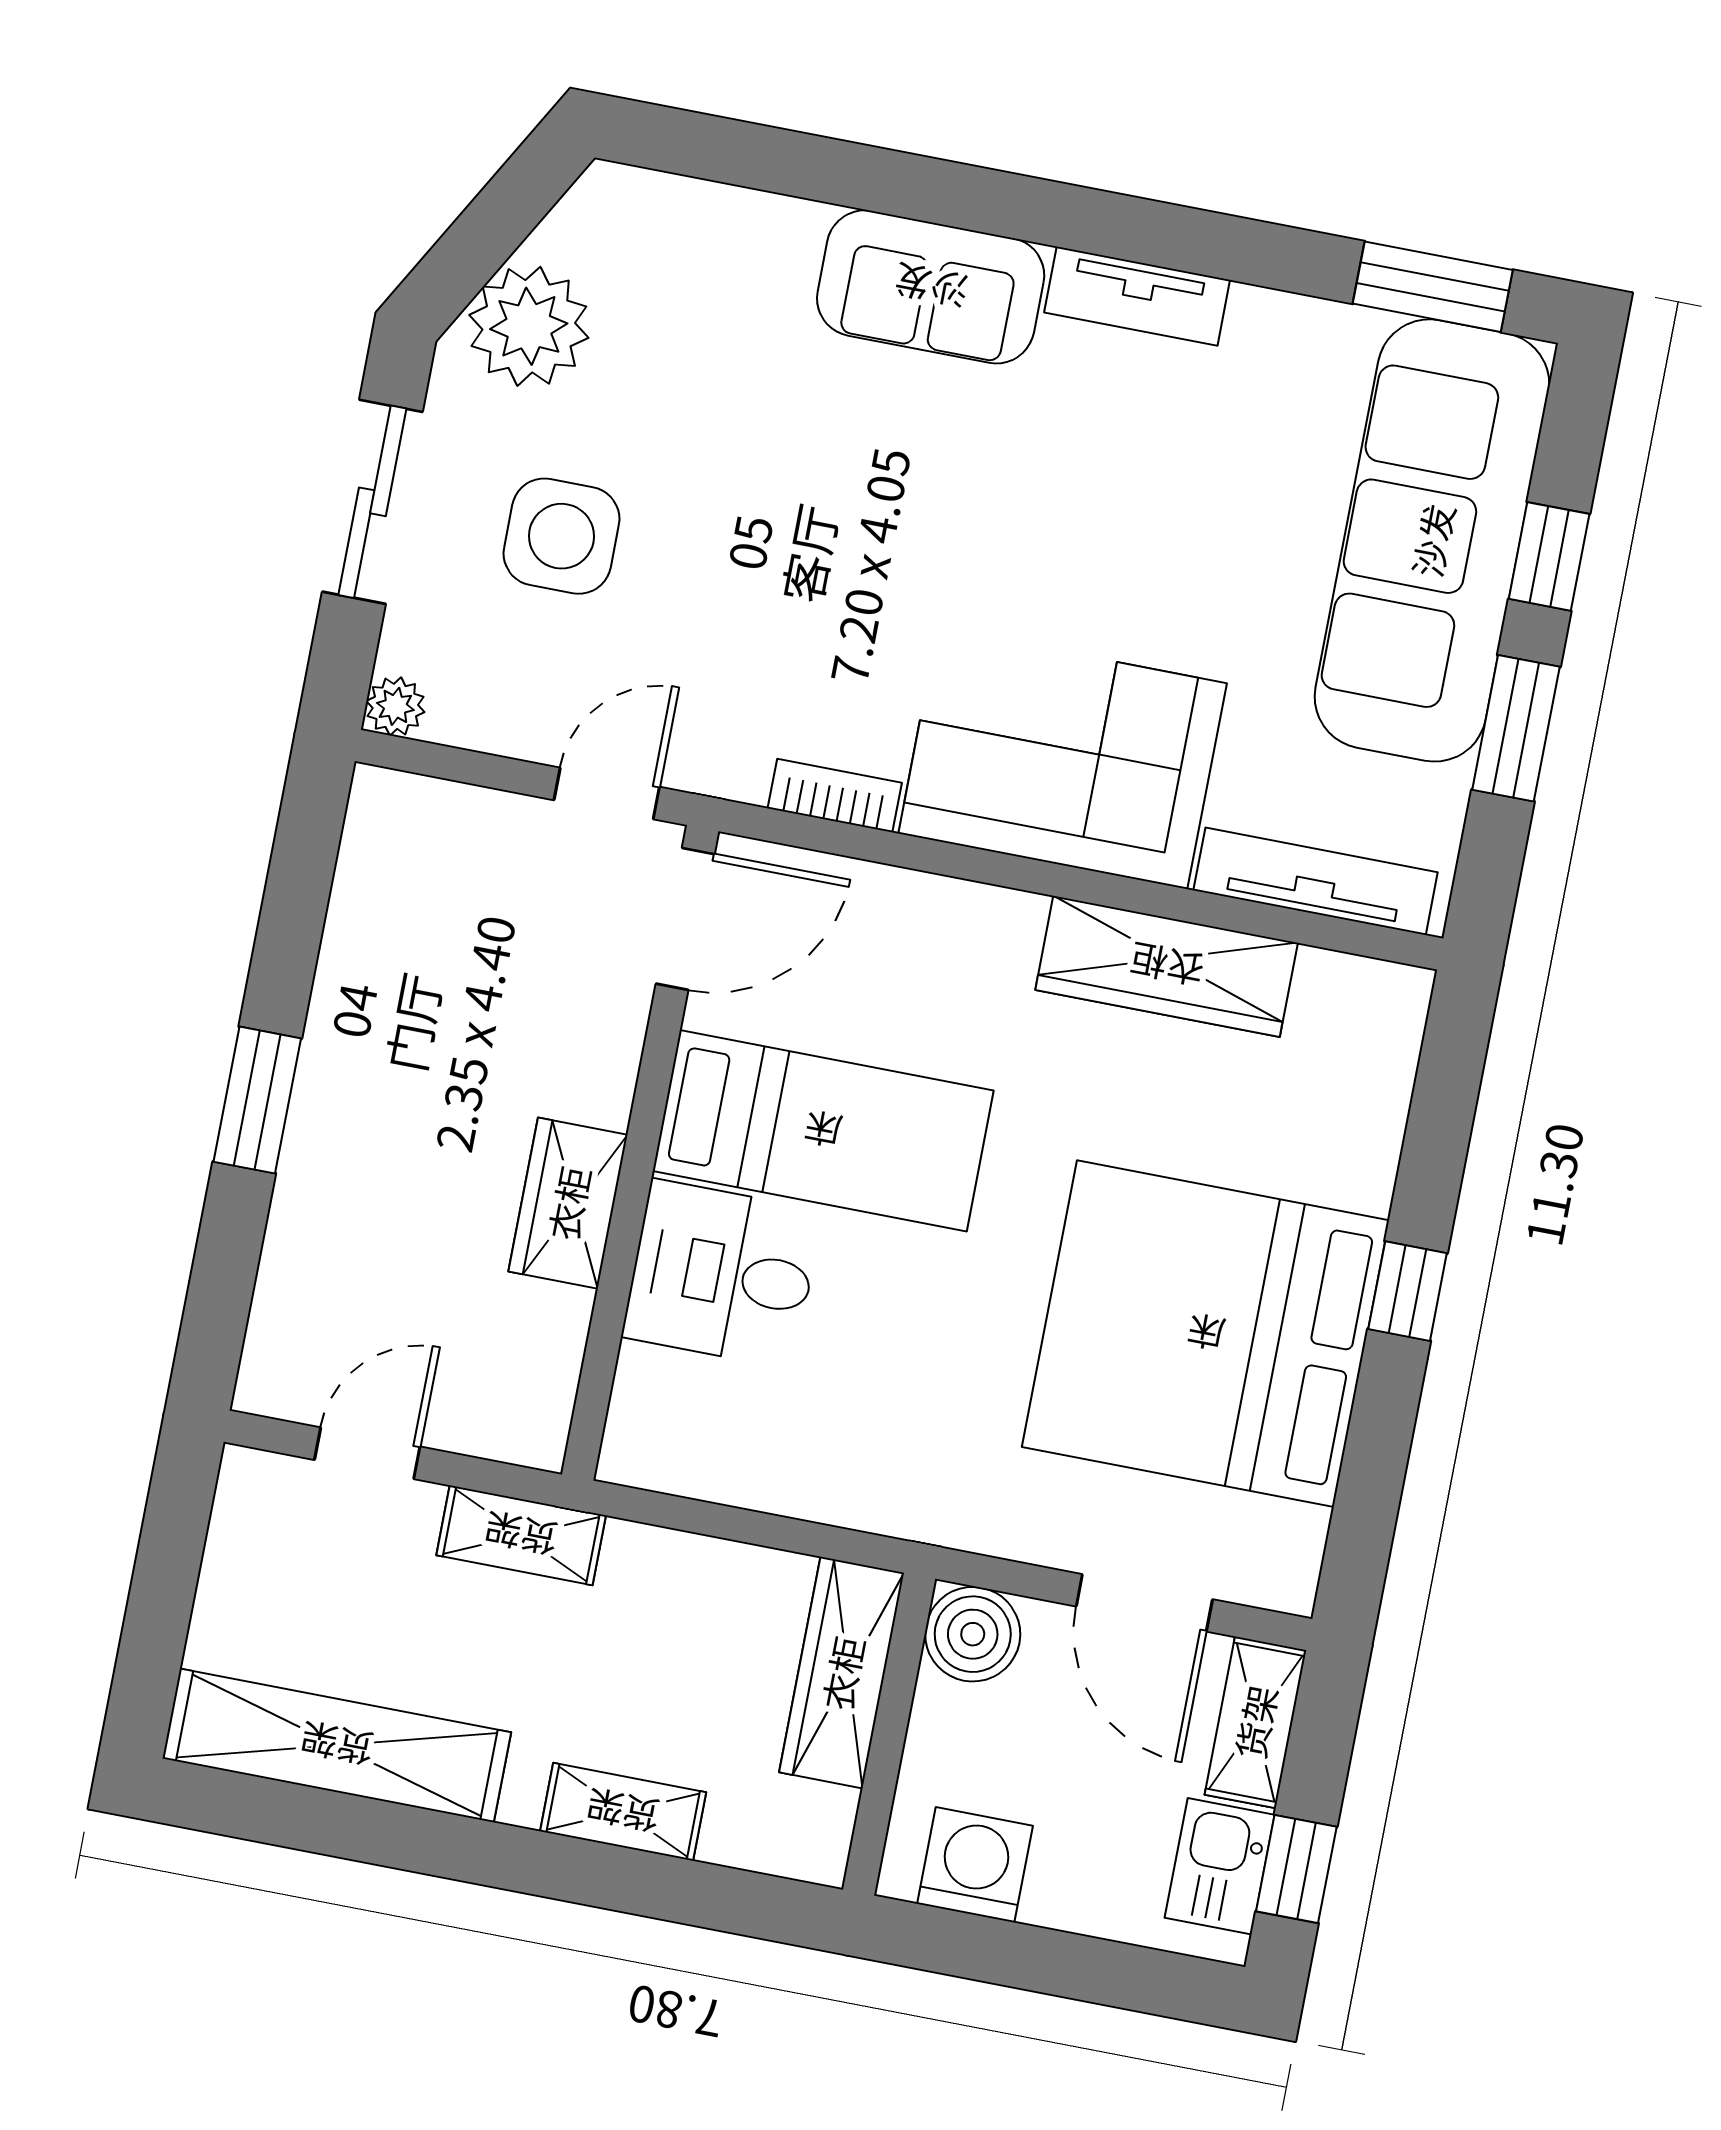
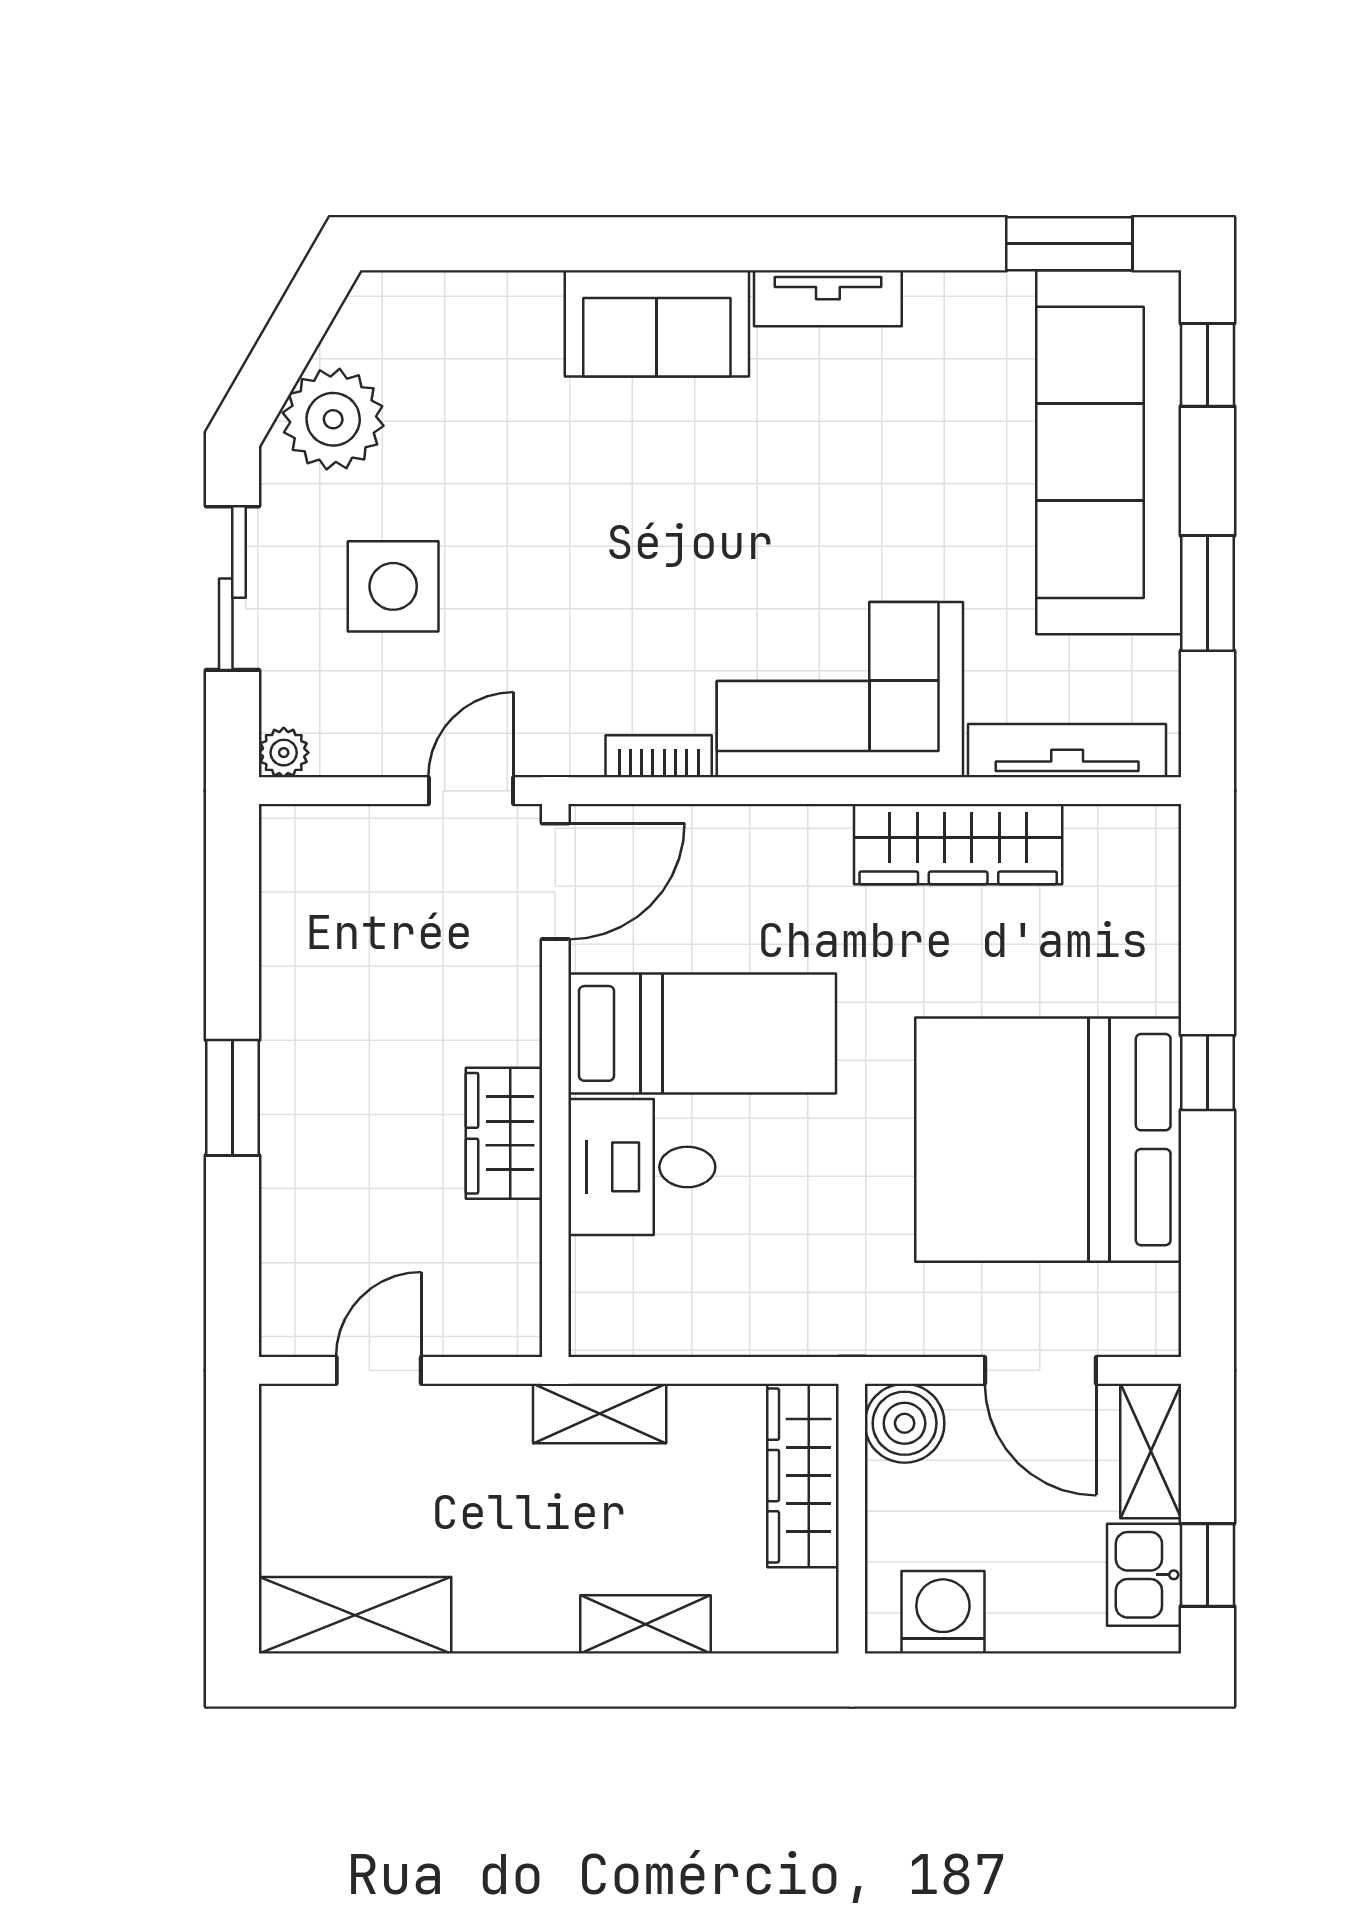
window: (1549, 556) -> (1207, 365), moved
shelving: (521, 1535) -> (600, 1413), moved
shelving: (337, 1745) -> (355, 1615), width x0.68

